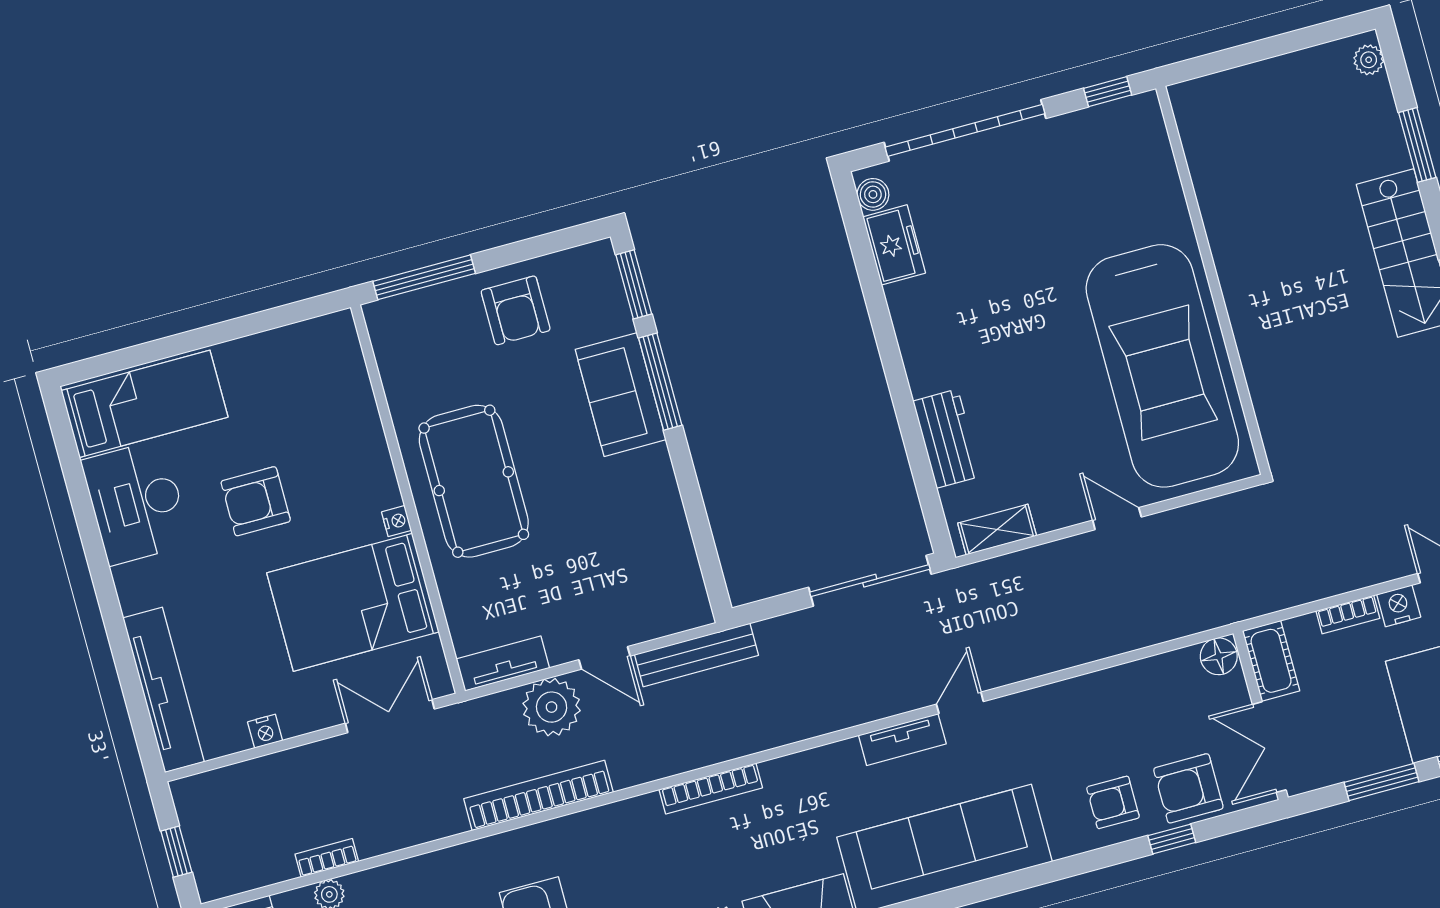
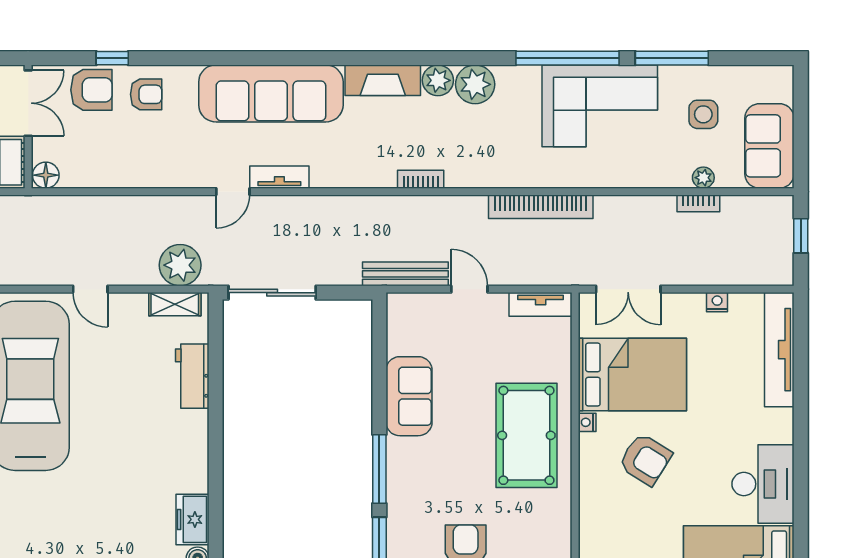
sofa: (621, 395) -> (409, 396), moved
armchair: (256, 501) -> (645, 459), moved, turned 32
plant: (552, 707) -> (180, 265), moved
bookcase: (711, 789) -> (421, 179), width x0.64

